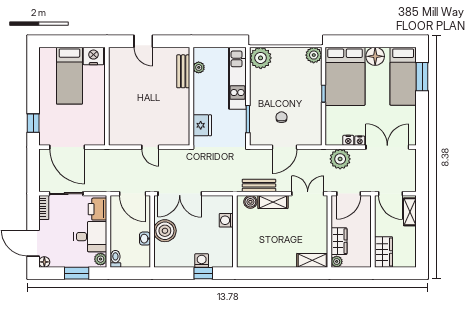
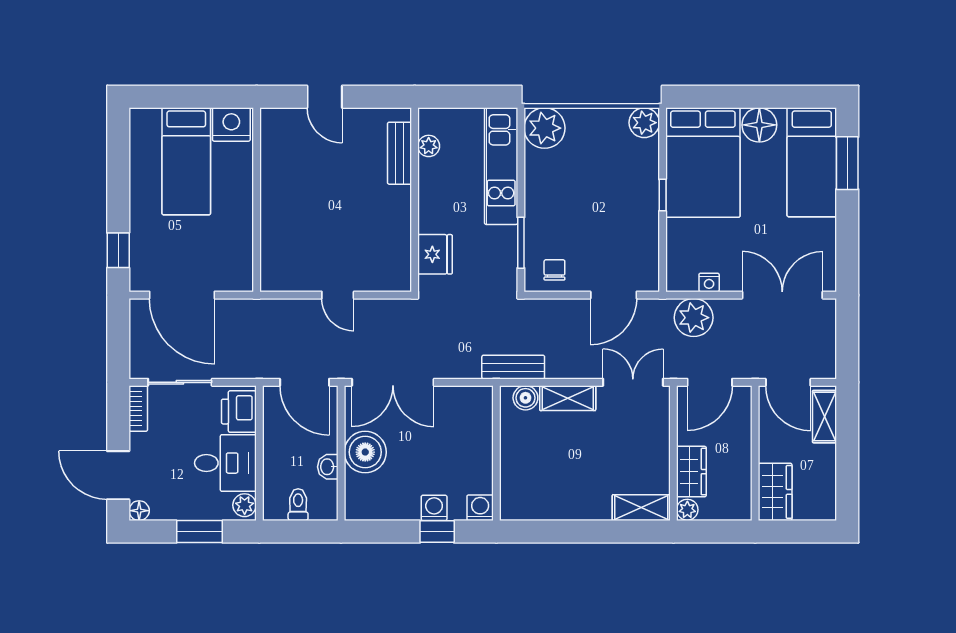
chair: (281, 117) -> (554, 270), moved
nightstand: (360, 141) -> (730, 283), removed
door: (285, 147) -> (614, 295), moved
bench: (259, 185) -> (513, 367), moved
washing machine: (226, 220) -> (480, 508), moved, turned 90
toilet: (115, 259) -> (298, 505), moved

